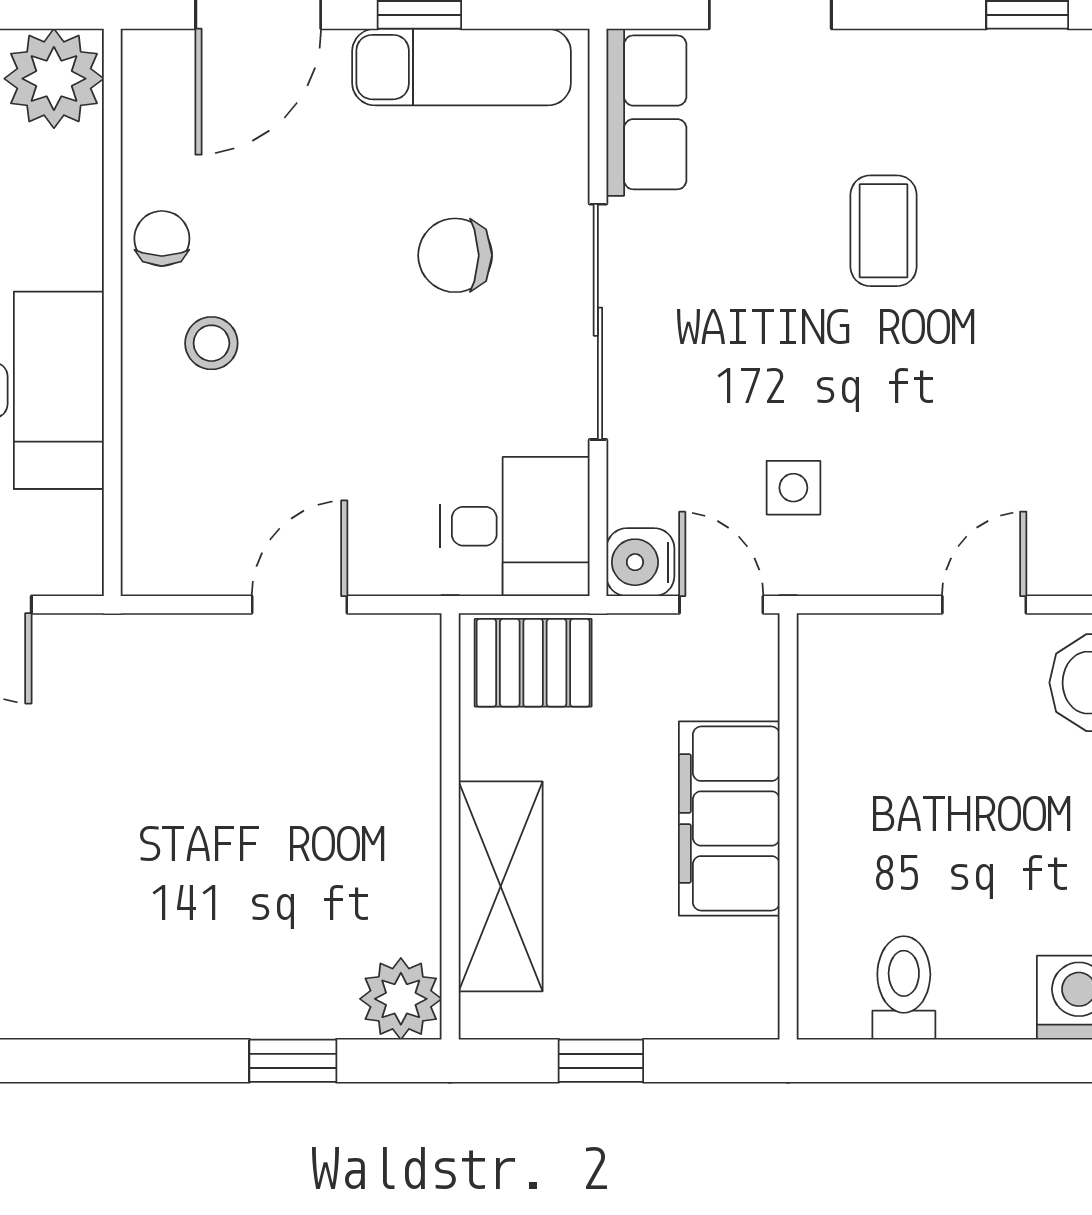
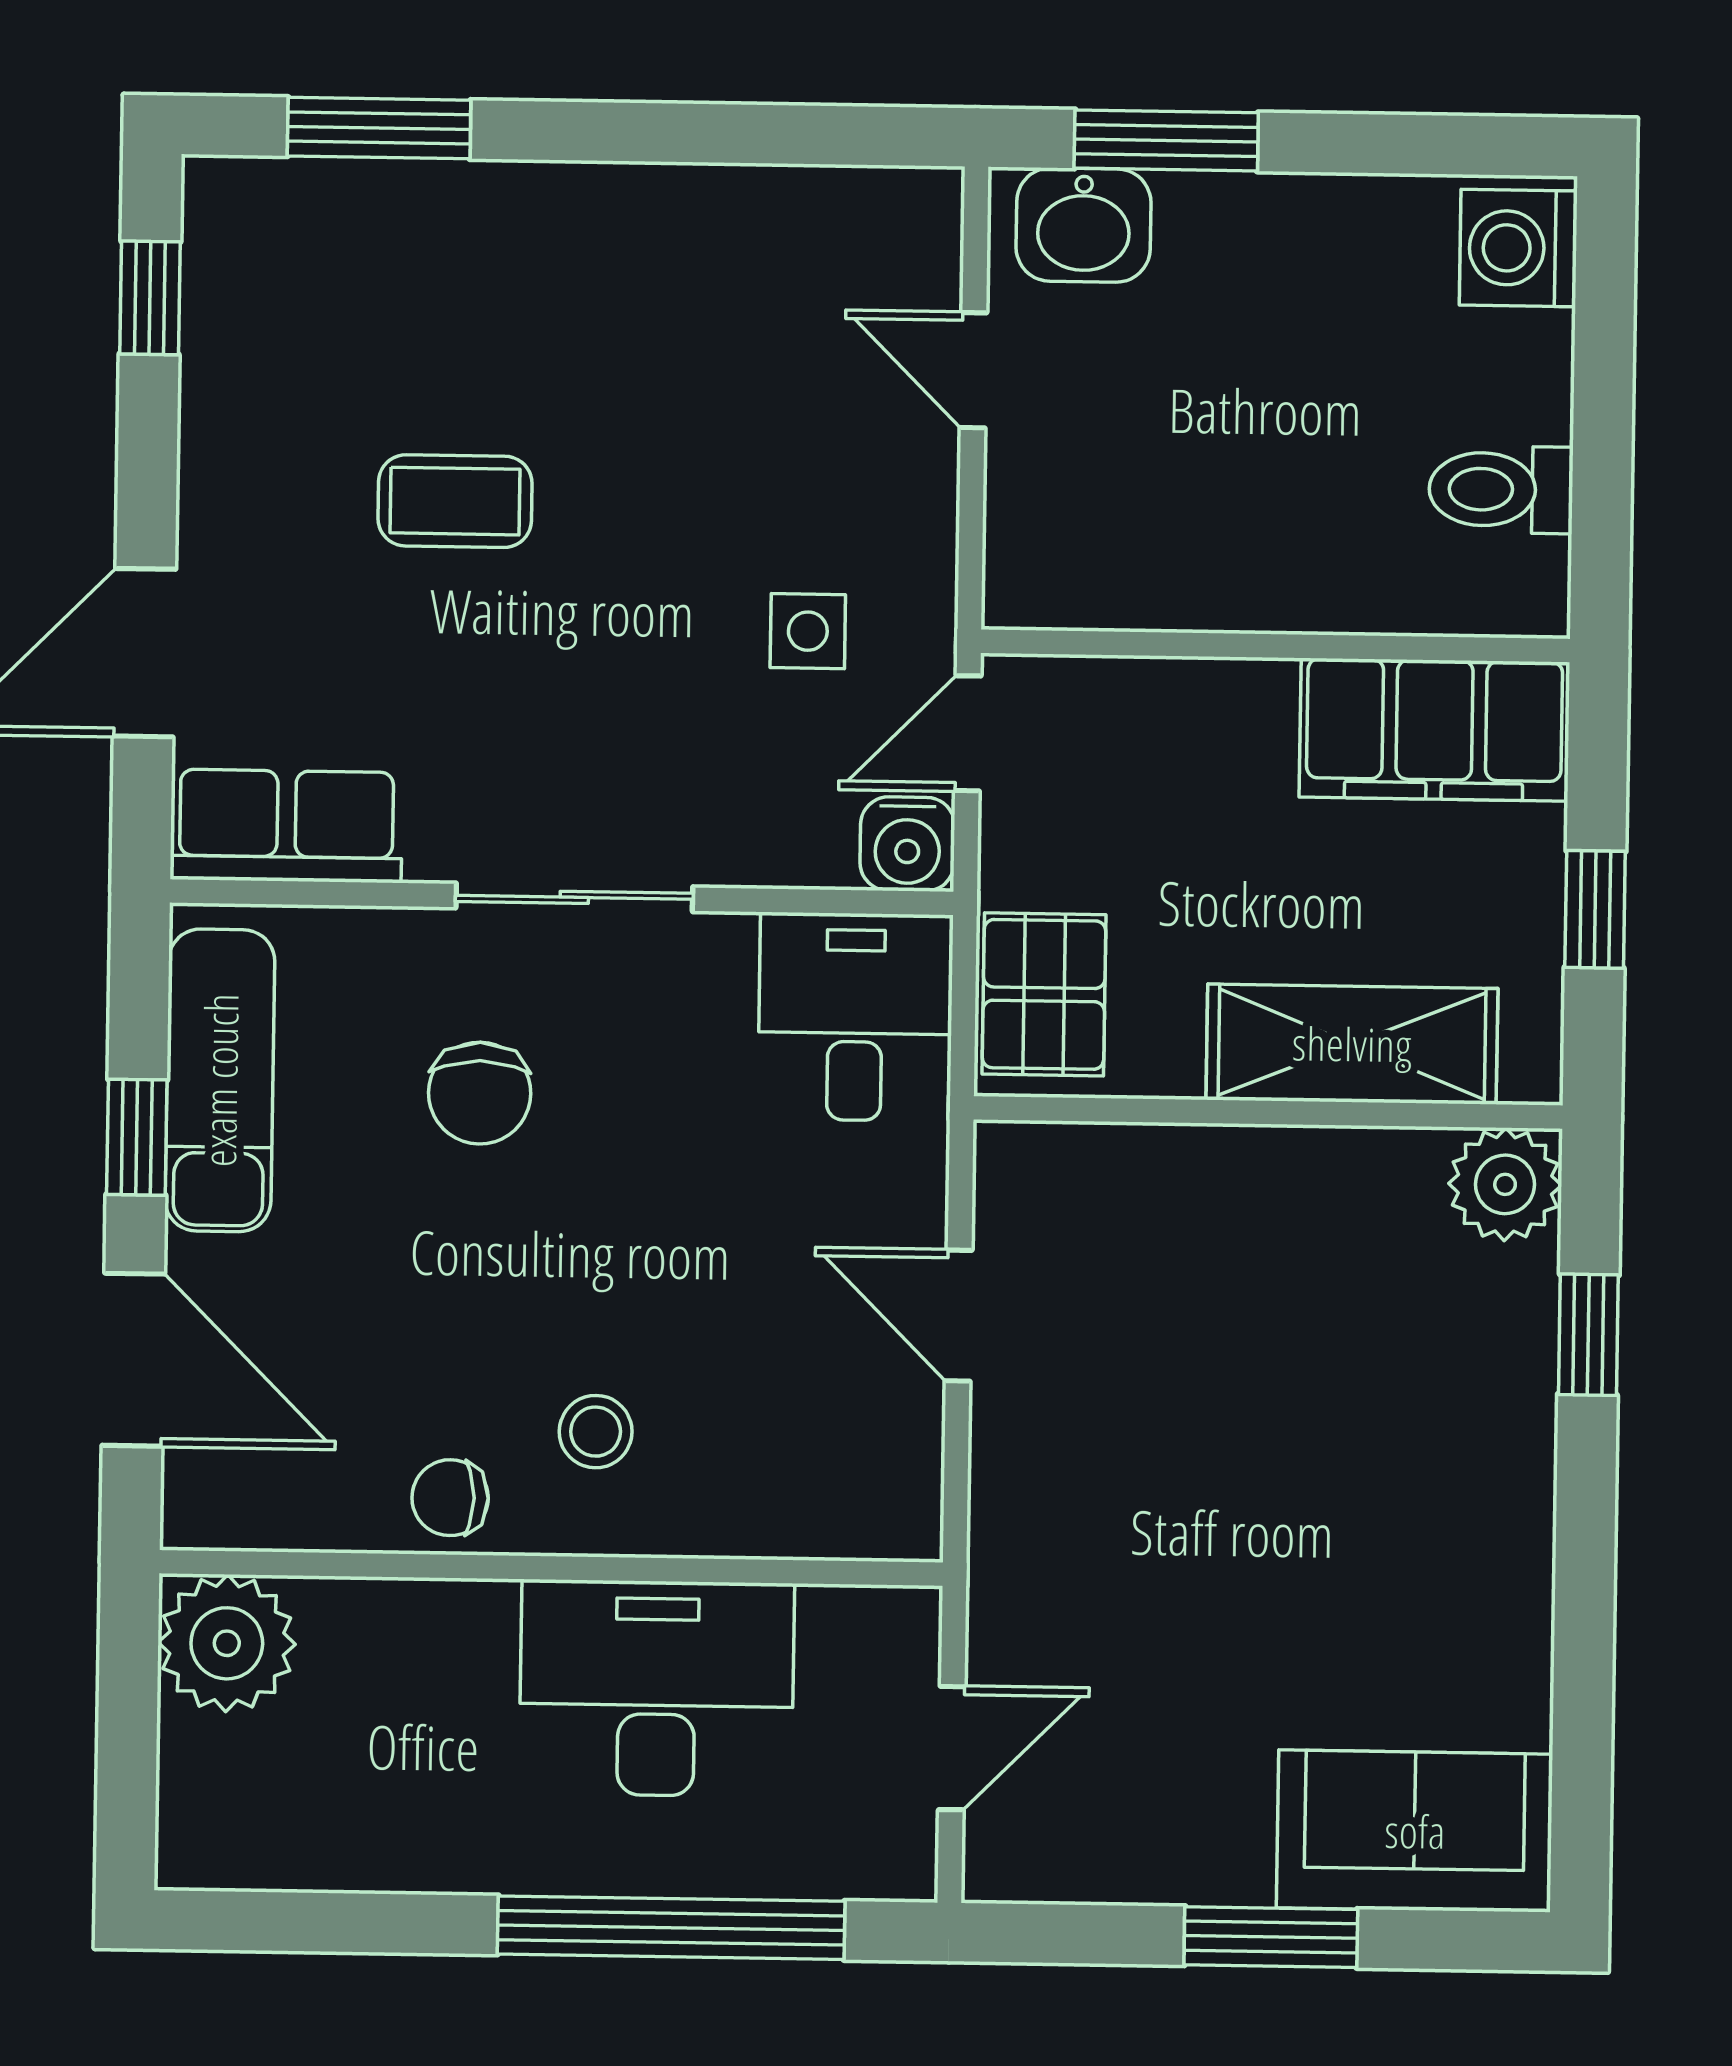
sliding door: (598, 322) -> (574, 897), width x0.73
filing cabinet: (729, 819) -> (1434, 730), moved

